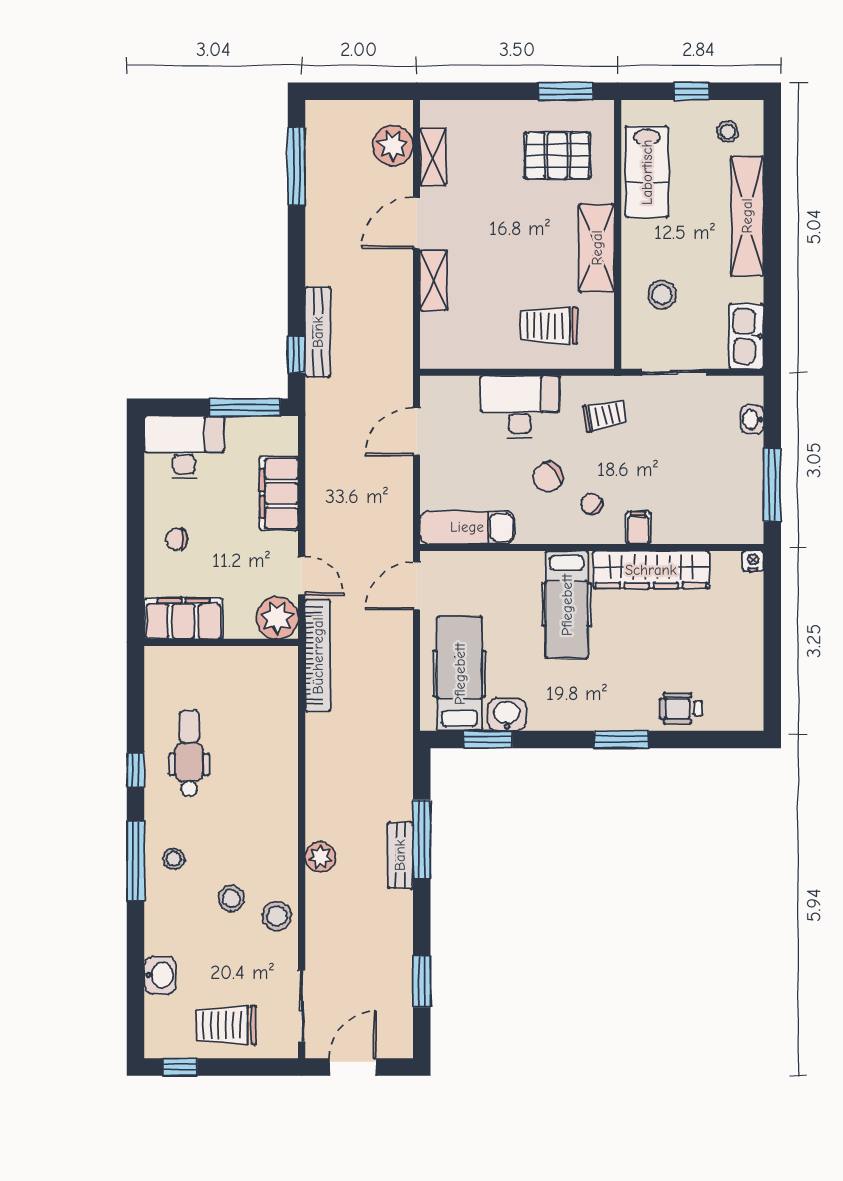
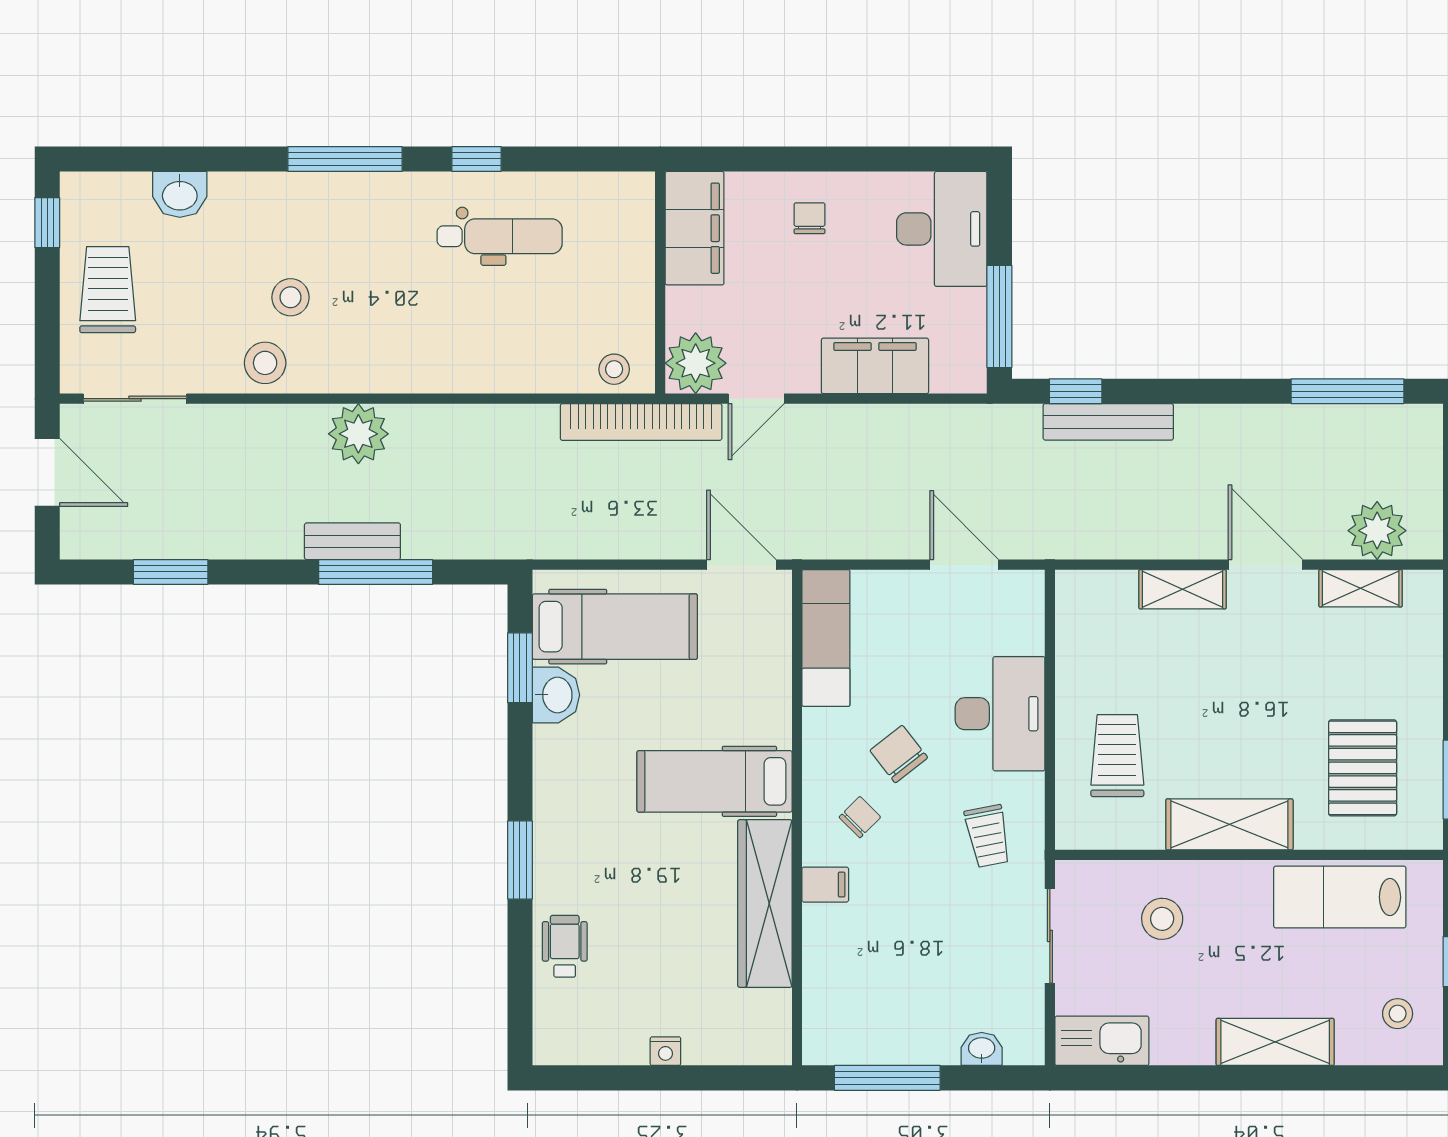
shelving: (747, 216) -> (1275, 1042), width x0.68
nightstand: (753, 561) -> (665, 1051), moved, turned 90
plant: (320, 857) -> (358, 434), width x1.36, depth x1.36
stool: (174, 859) -> (614, 369), moved

